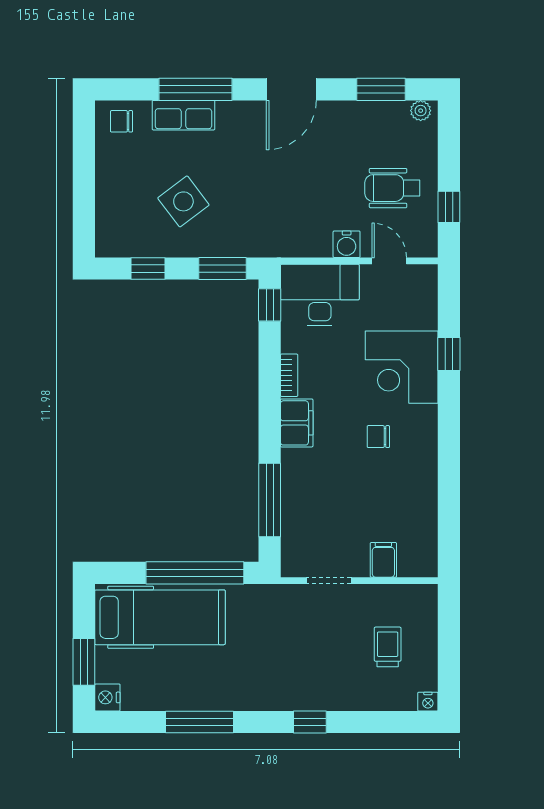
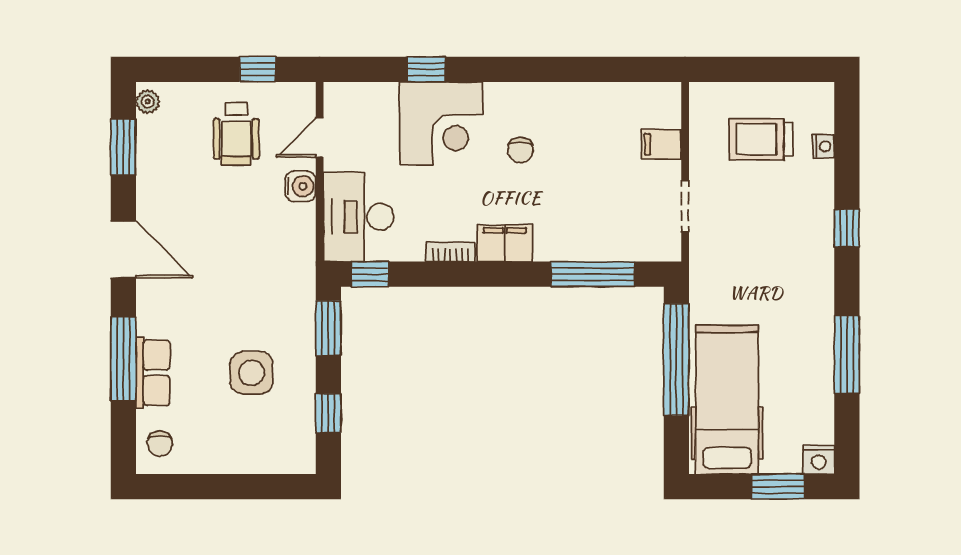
side table: (183, 201) -> (252, 373), turned 37
trolley: (388, 647) -> (761, 139), width x1.36, depth x1.39
nightstand: (428, 702) -> (823, 146), moved

